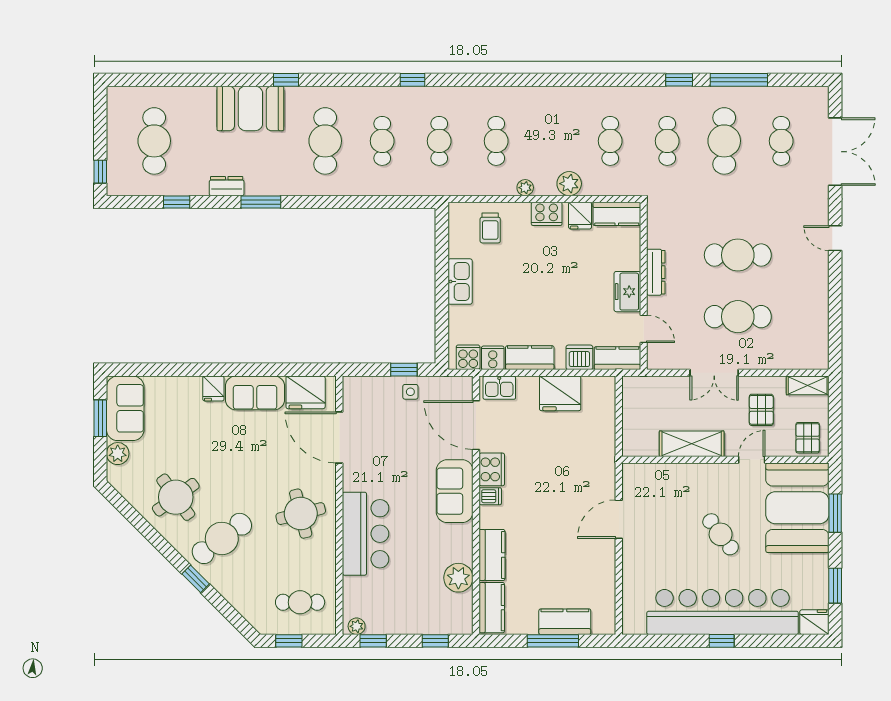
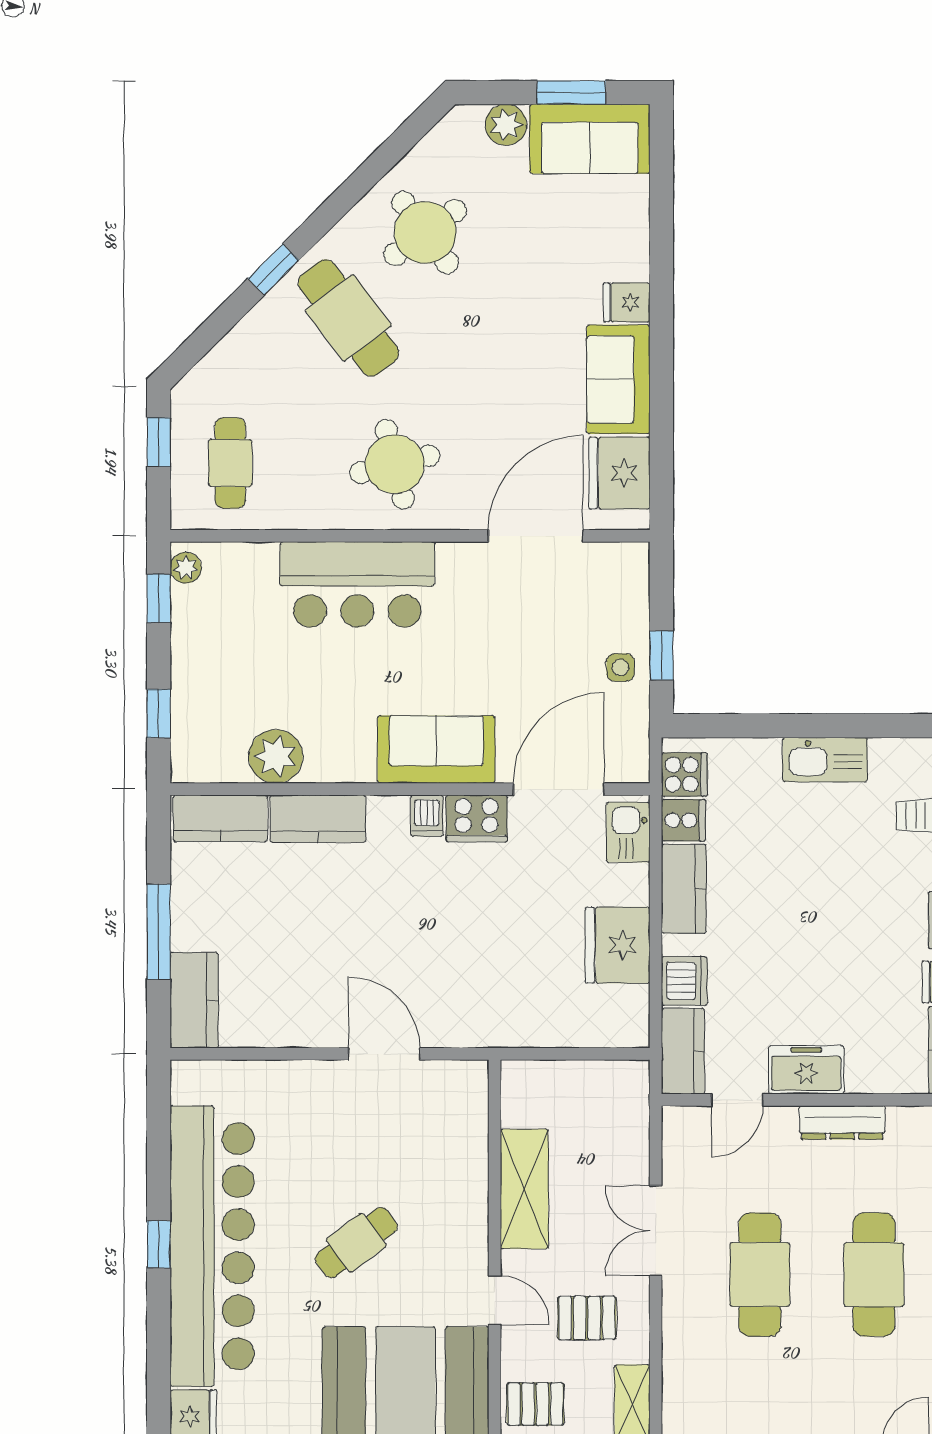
kitchen counter: (565, 622) -> (194, 1000), moved

